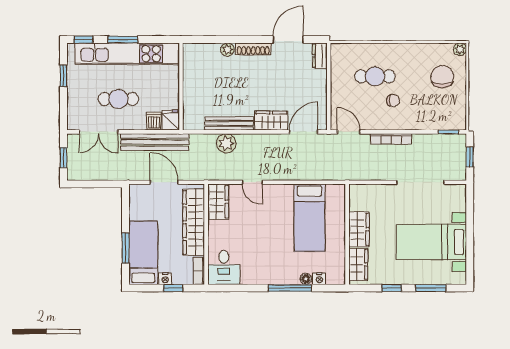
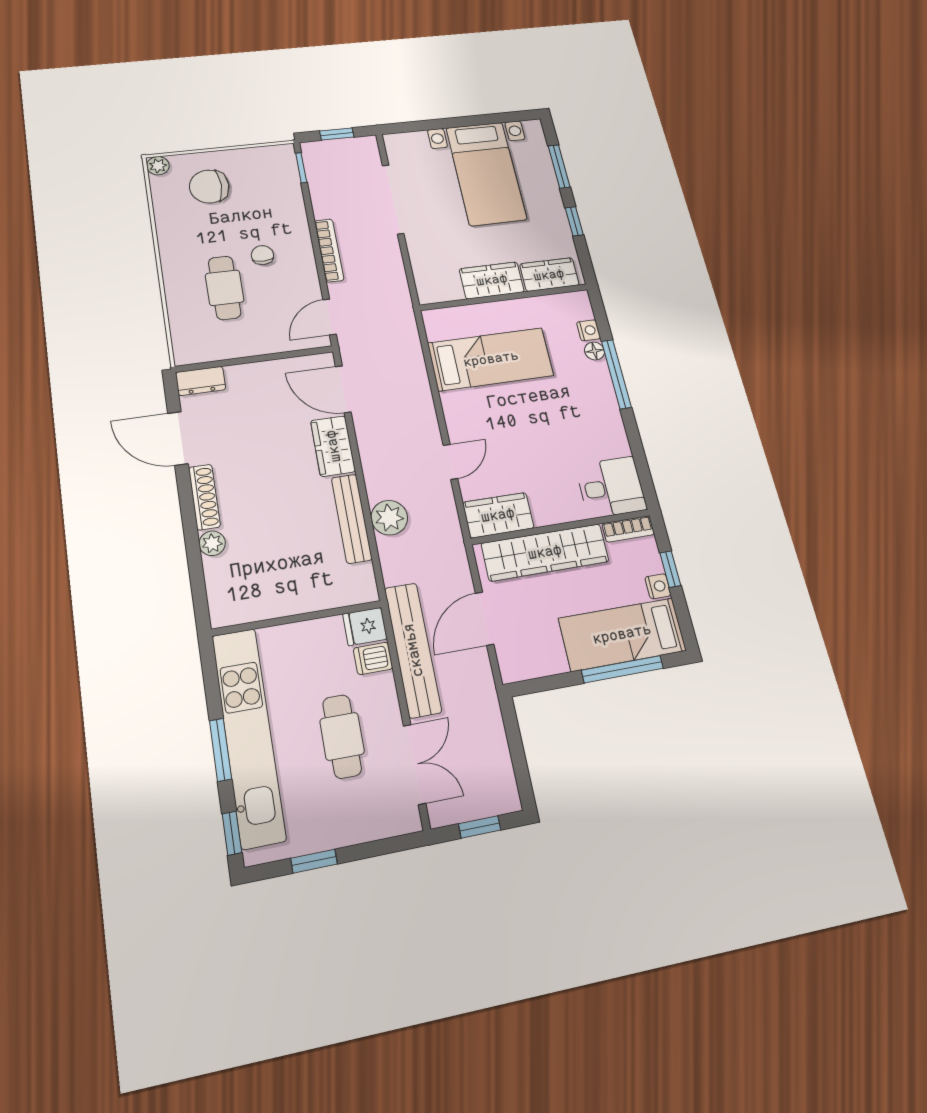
window: (126, 248) -> (622, 669), width x1.44

